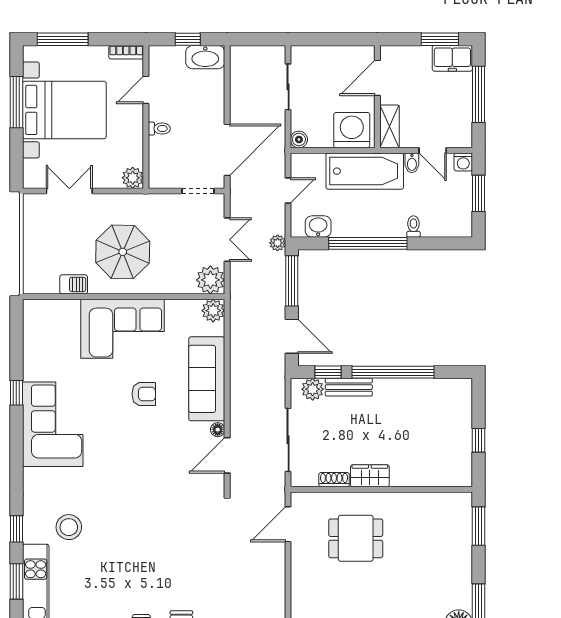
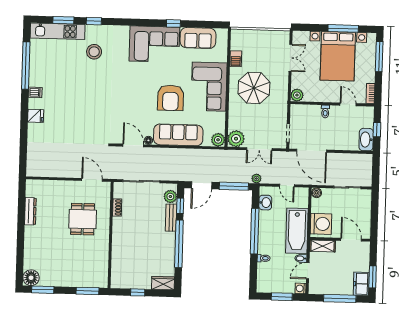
sofa: (40, 350) -> (198, 38), added
armchair: (144, 394) -> (170, 98), width x1.88, depth x1.88
wardrobe: (370, 476) -> (163, 283), moved, turned -90

